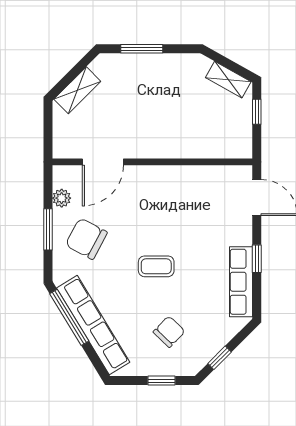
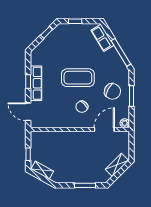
plant: (62, 198) -> (125, 123), moved
coffee table: (156, 266) -> (78, 78), width x1.86, depth x1.72
row of seats: (241, 282) -> (36, 83), moved
row of seats: (93, 325) -> (102, 38), width x0.50
chair: (169, 332) -> (82, 107), moved

